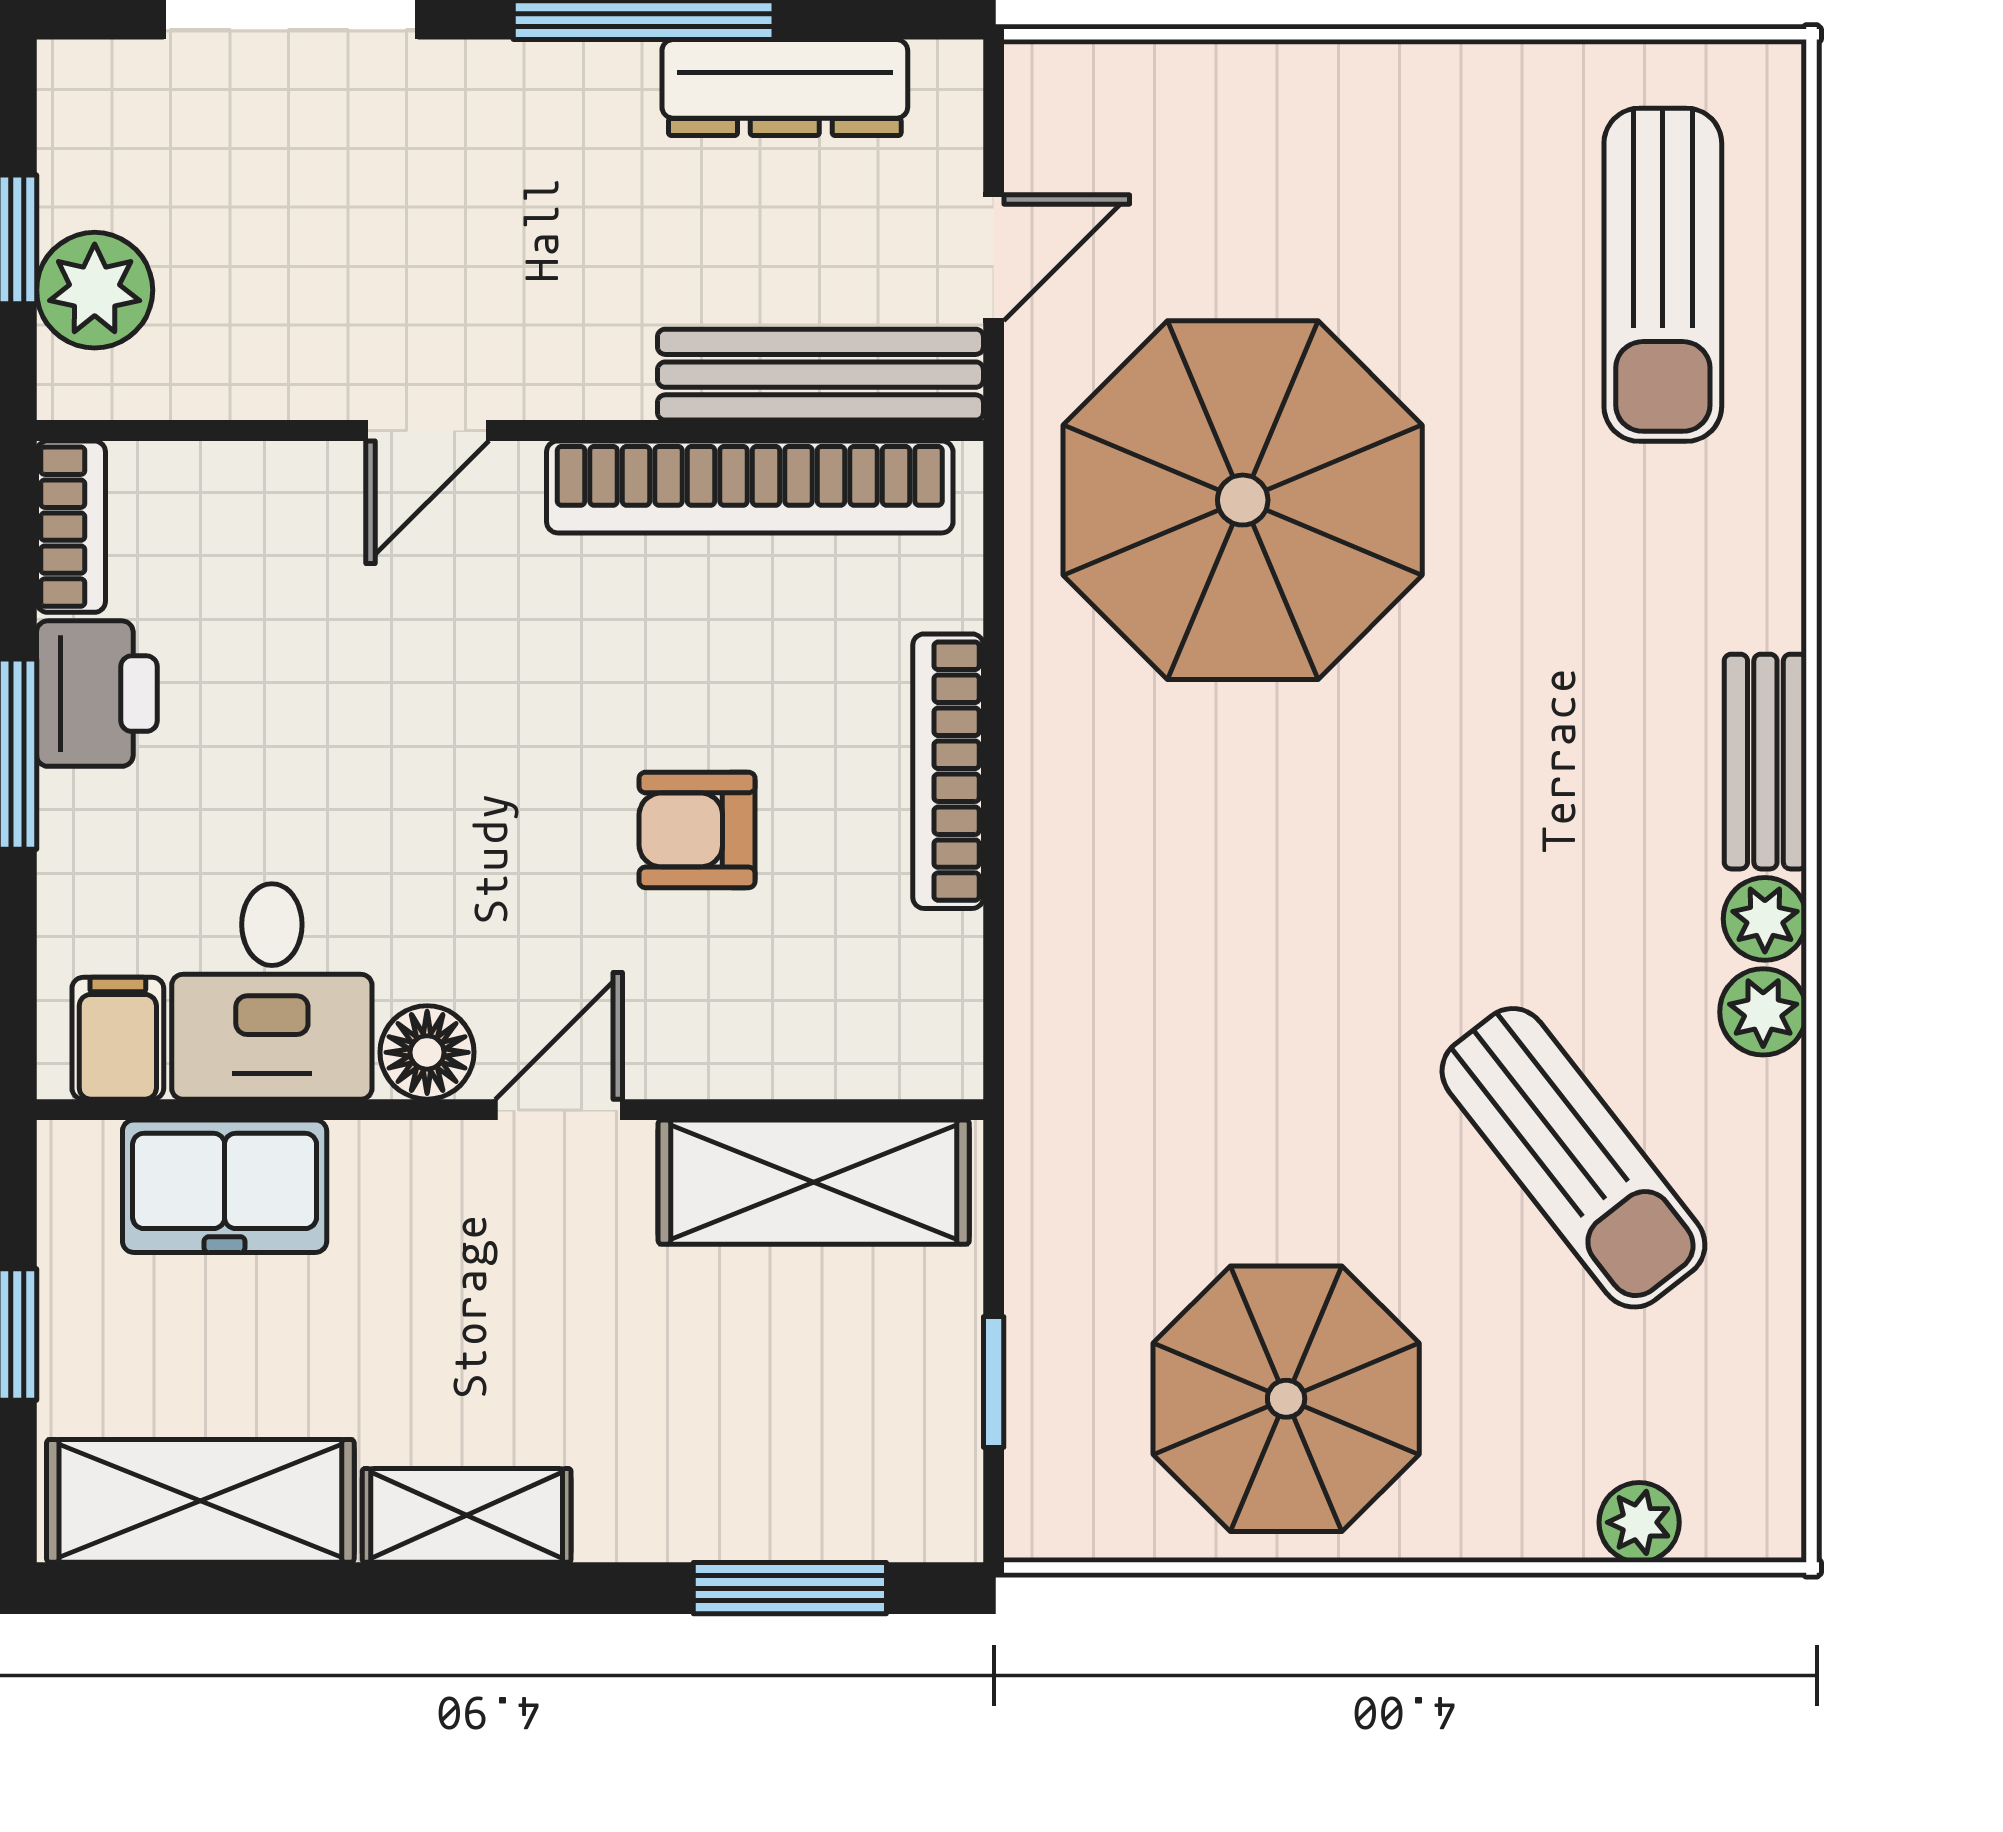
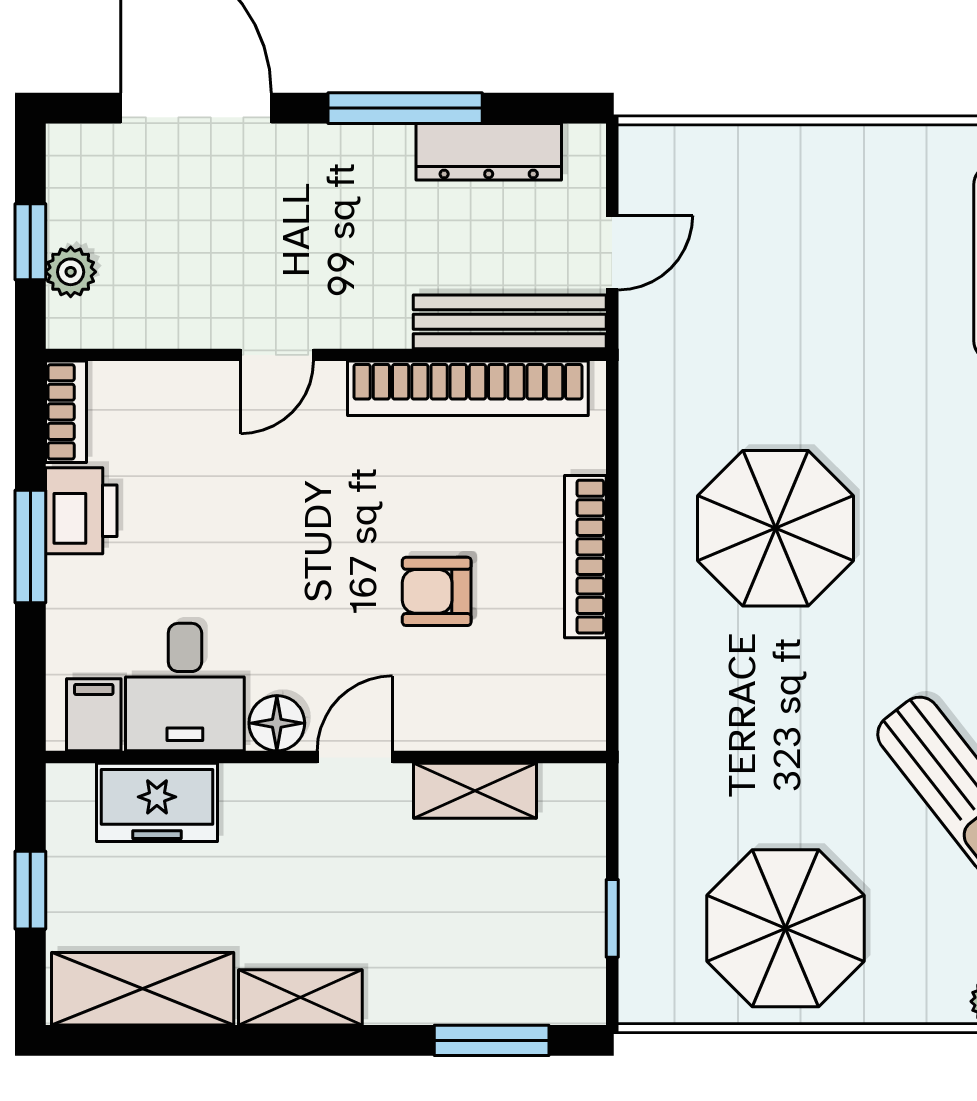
plant: (95, 290) -> (71, 272), width x0.73, depth x0.73
parasol: (1243, 500) -> (776, 528), moved, width x0.73, depth x0.73
shelving: (814, 1182) -> (475, 791), width x0.67, depth x0.75

